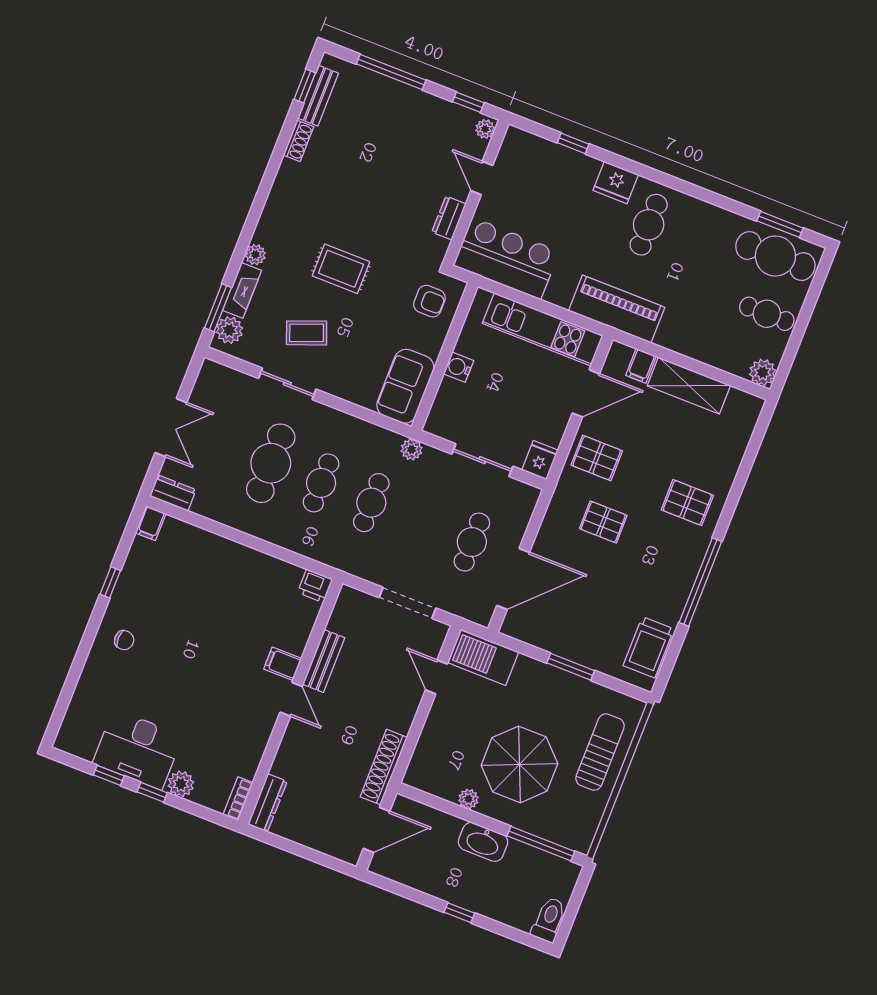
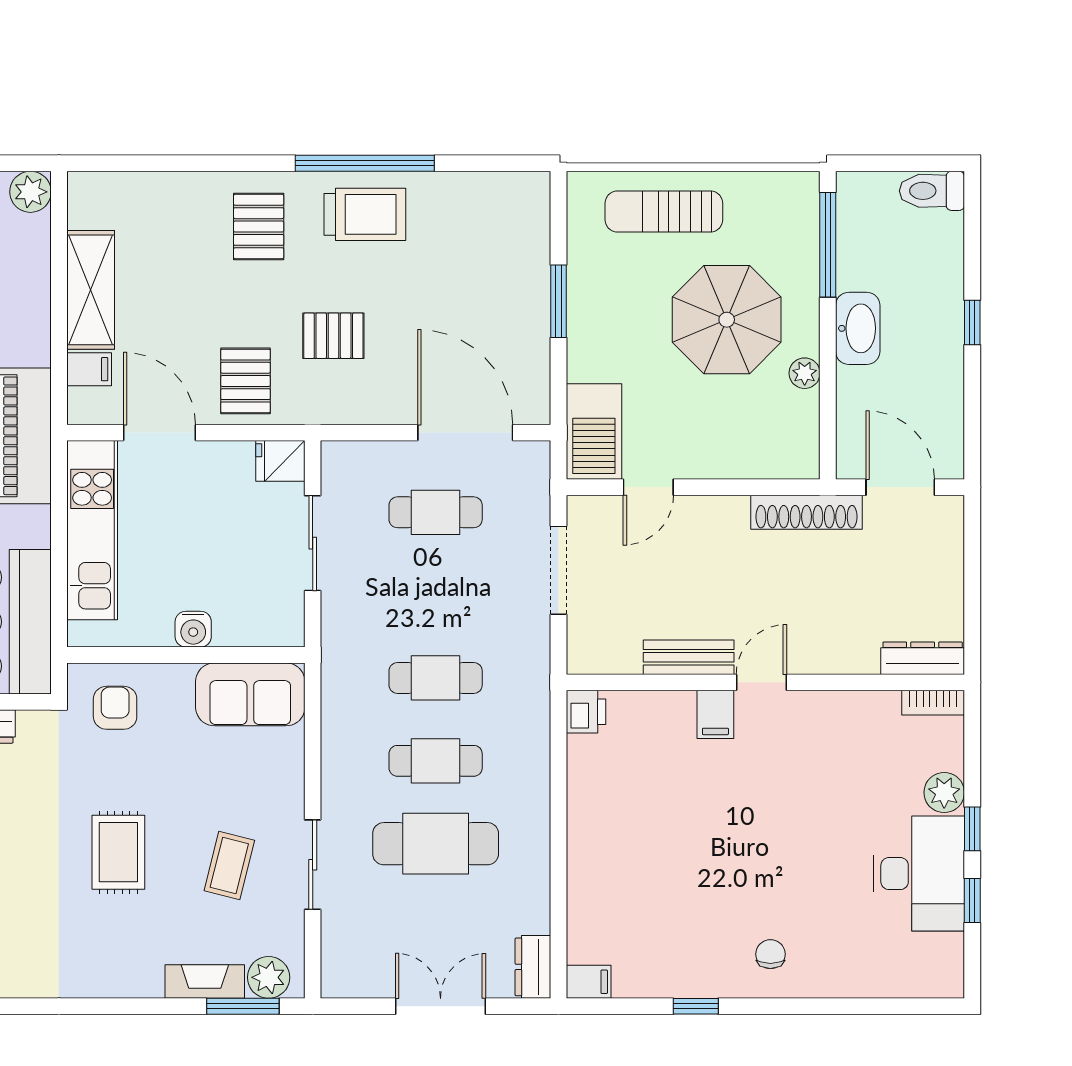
plant: (255, 255) -> (146, 983), removed
coffee table: (307, 333) -> (229, 866), turned 35
plant: (412, 449) -> (337, 650), removed
pallet: (603, 522) -> (333, 336), turned 90
trolley: (649, 647) -> (365, 214), moved

